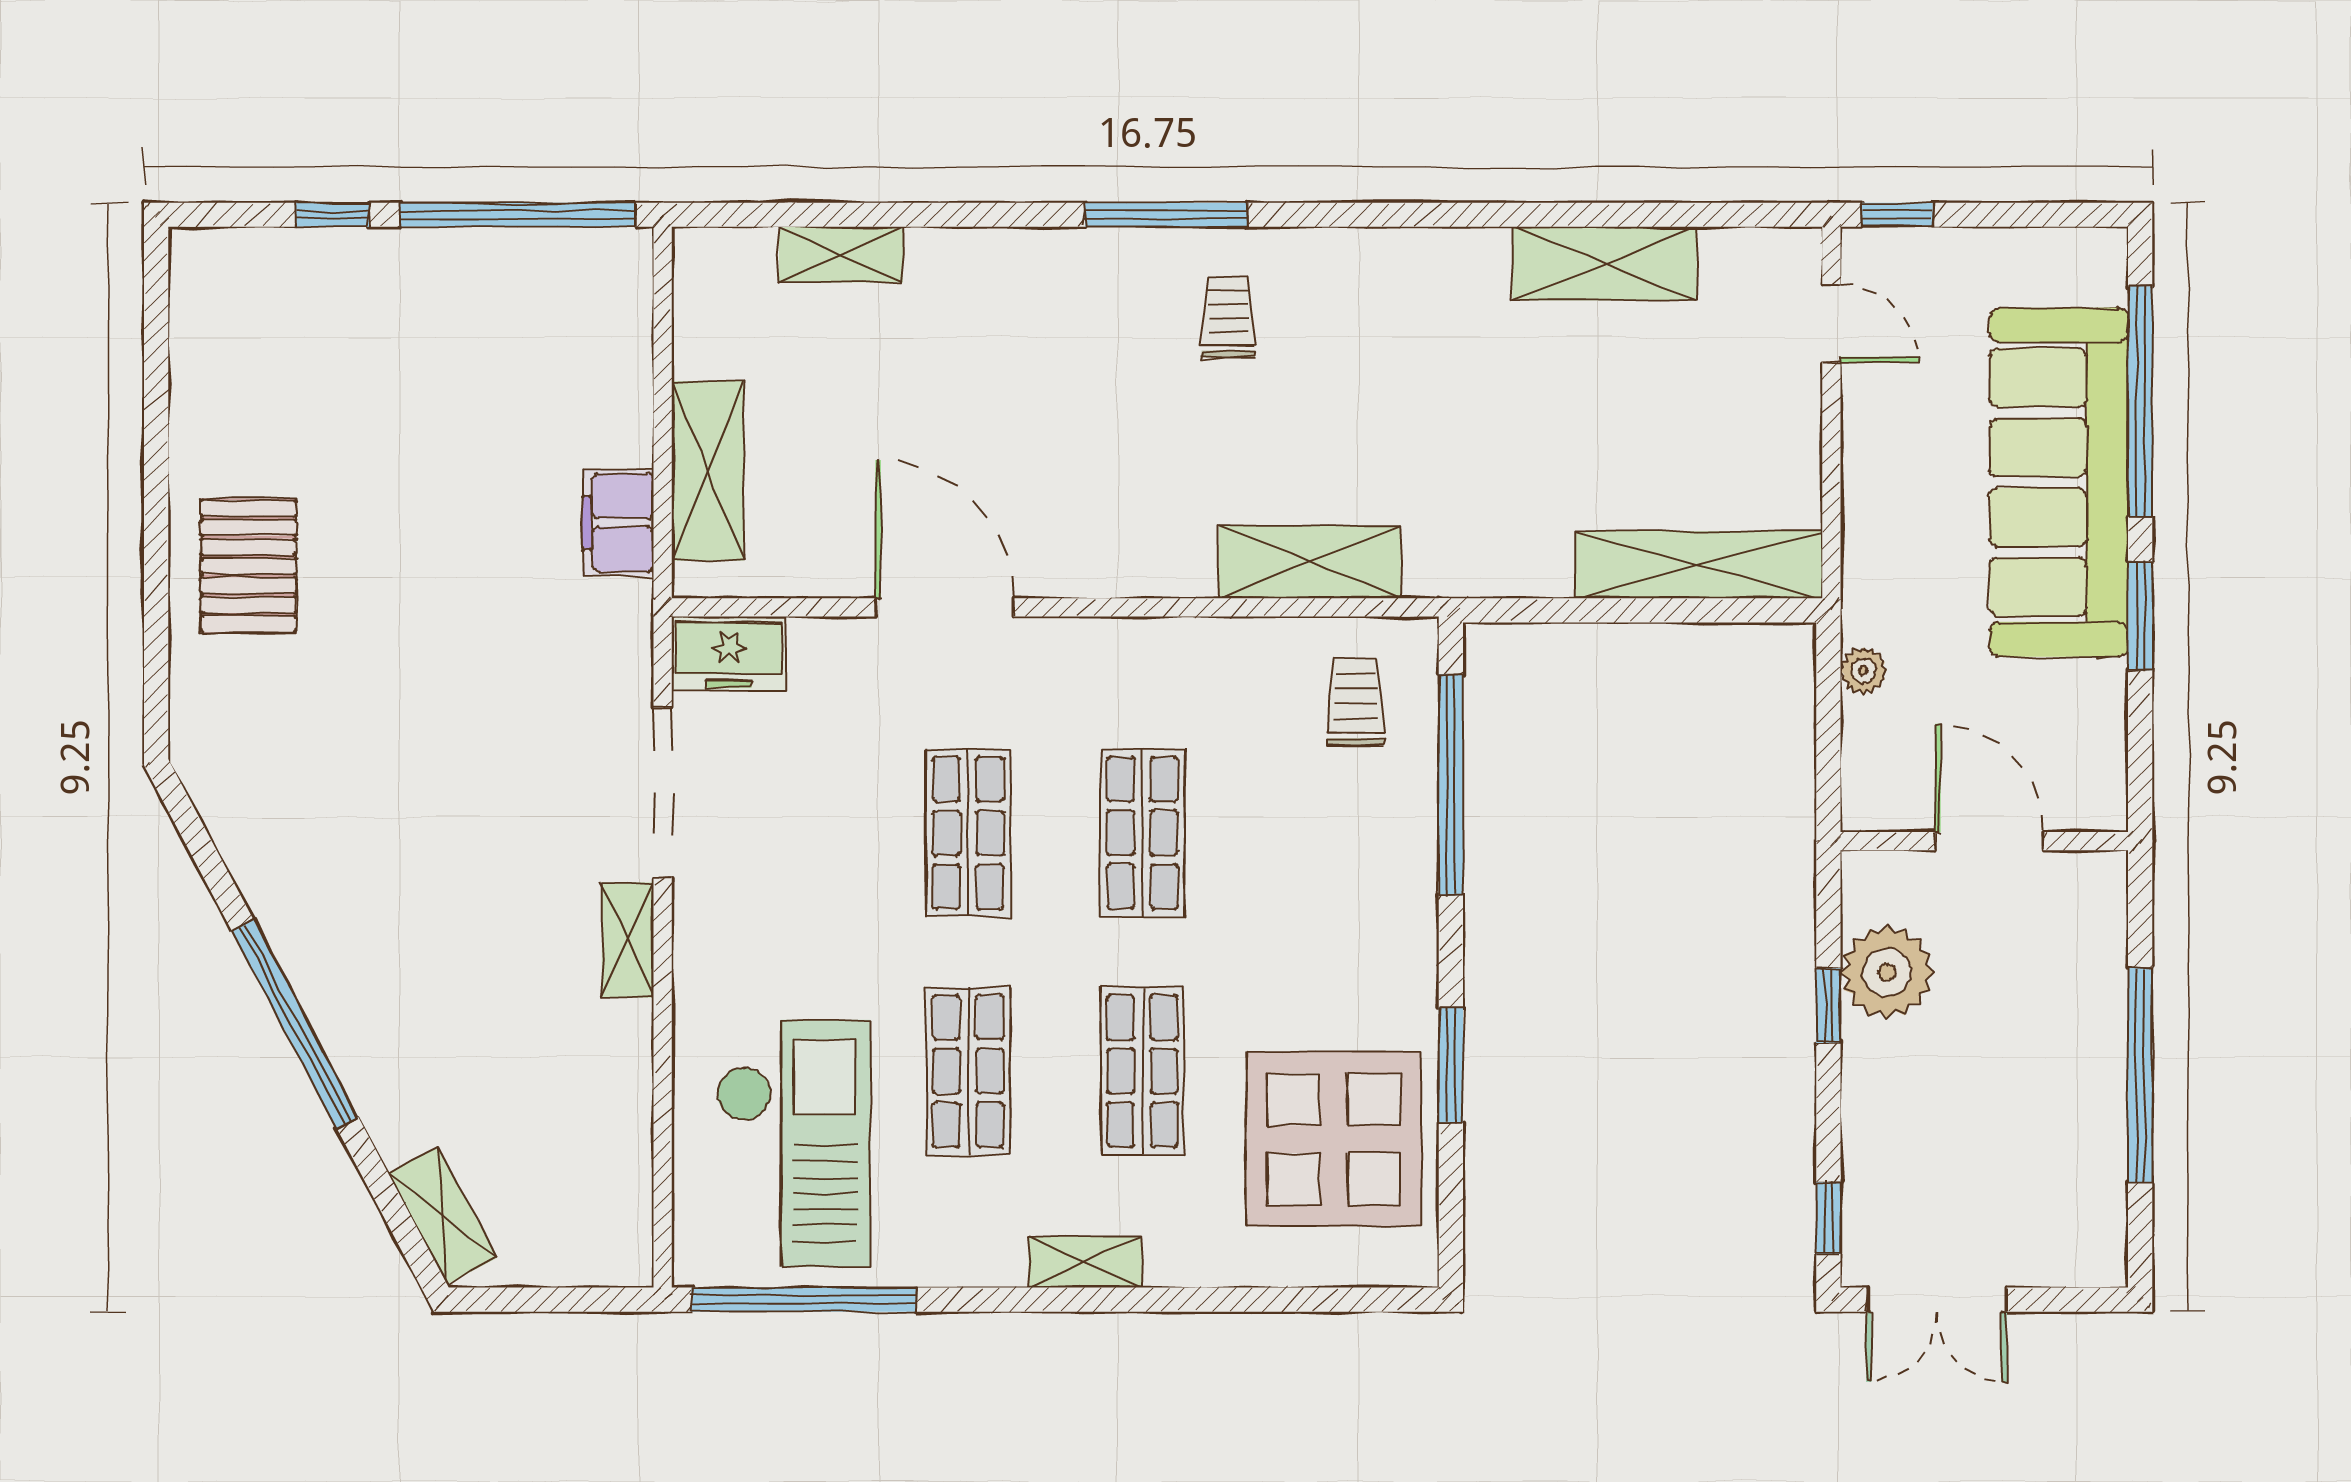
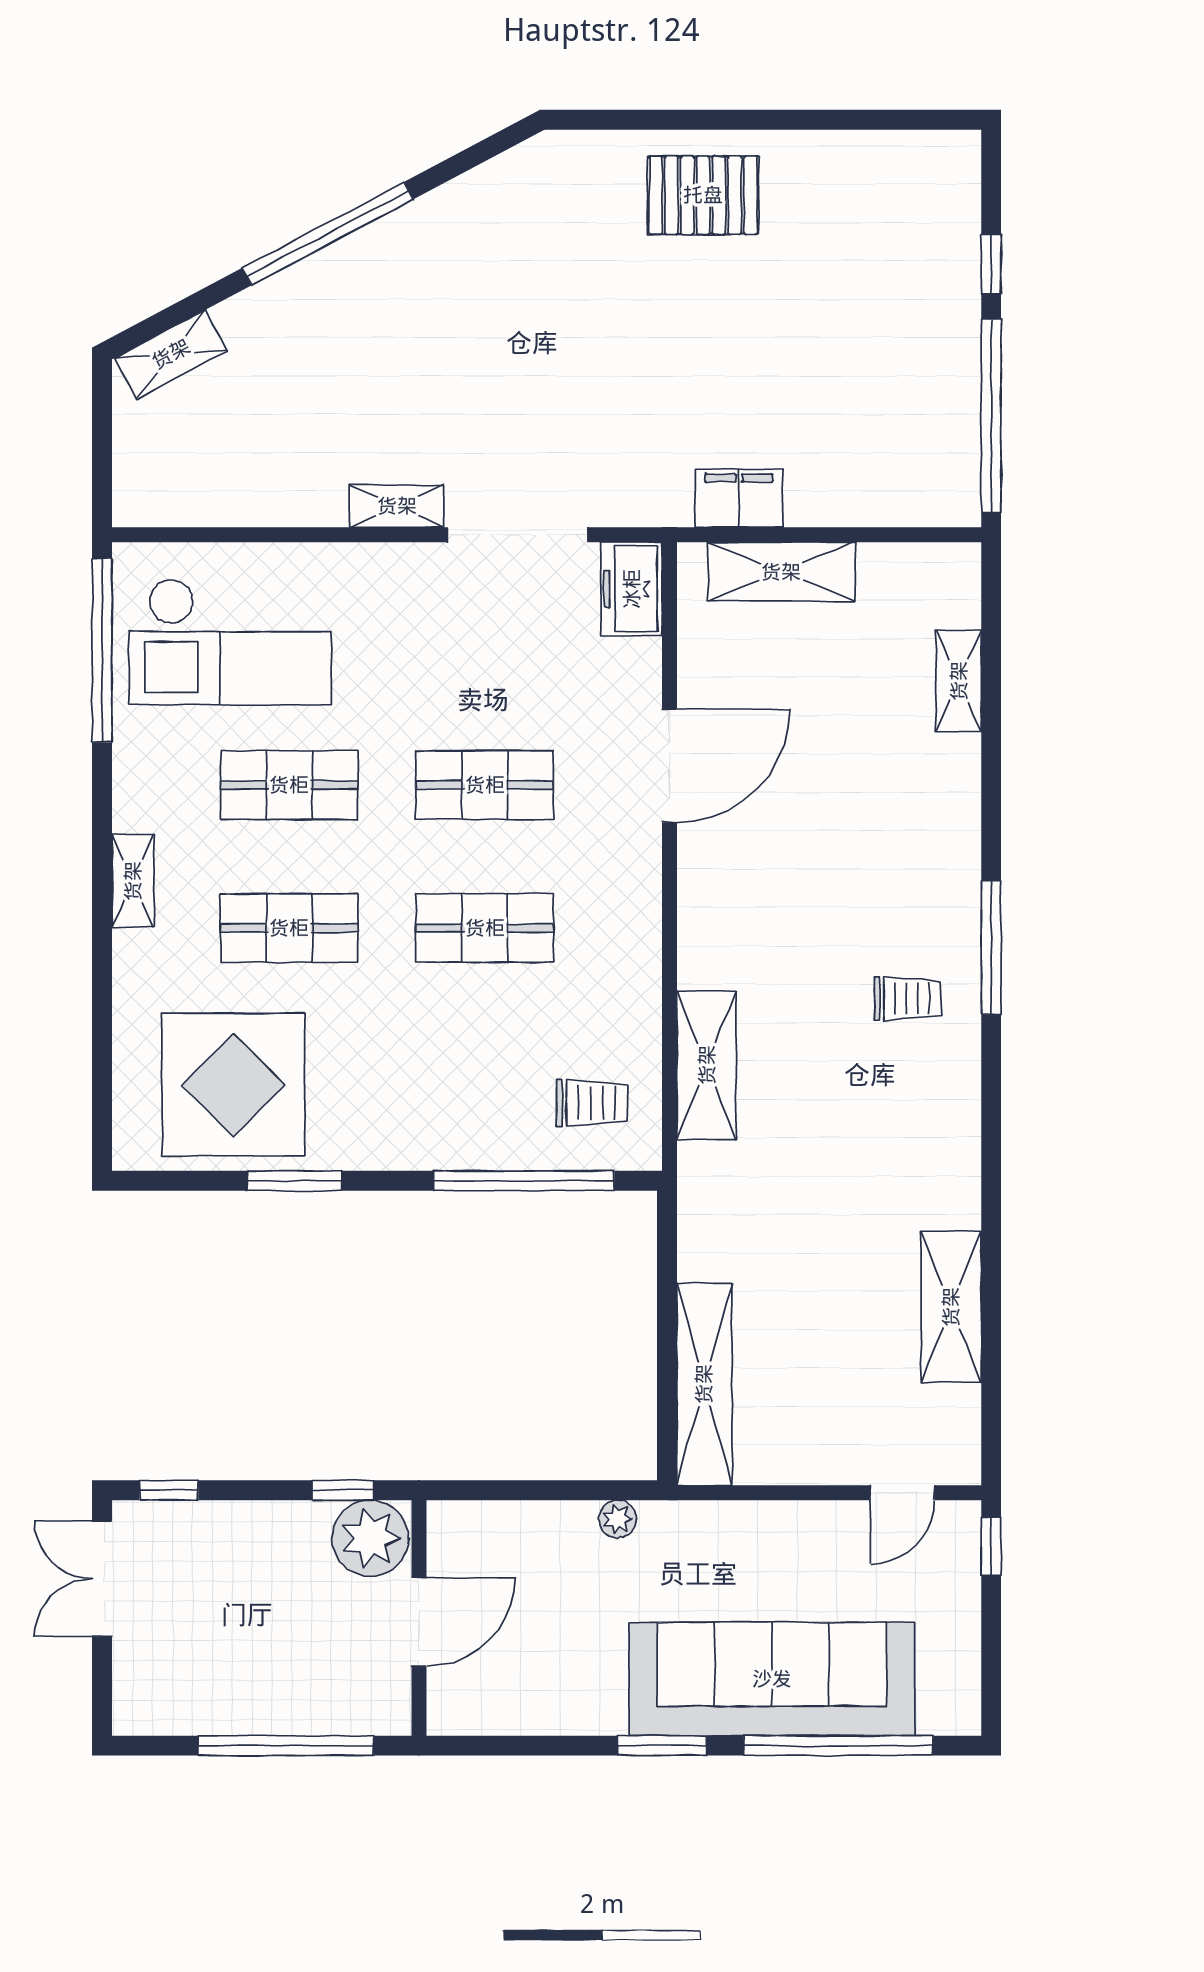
wall: (1984, 841) -> (419, 1618), moved
door: (1989, 841) -> (419, 1622), moved

